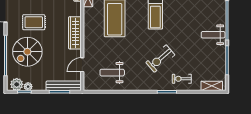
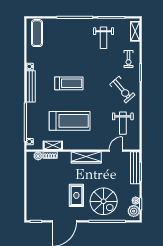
weight bench: (213, 35) -> (104, 38), moved
exercise bike: (160, 59) -> (122, 90), moved
door: (82, 65) -> (116, 151), swing flipped

